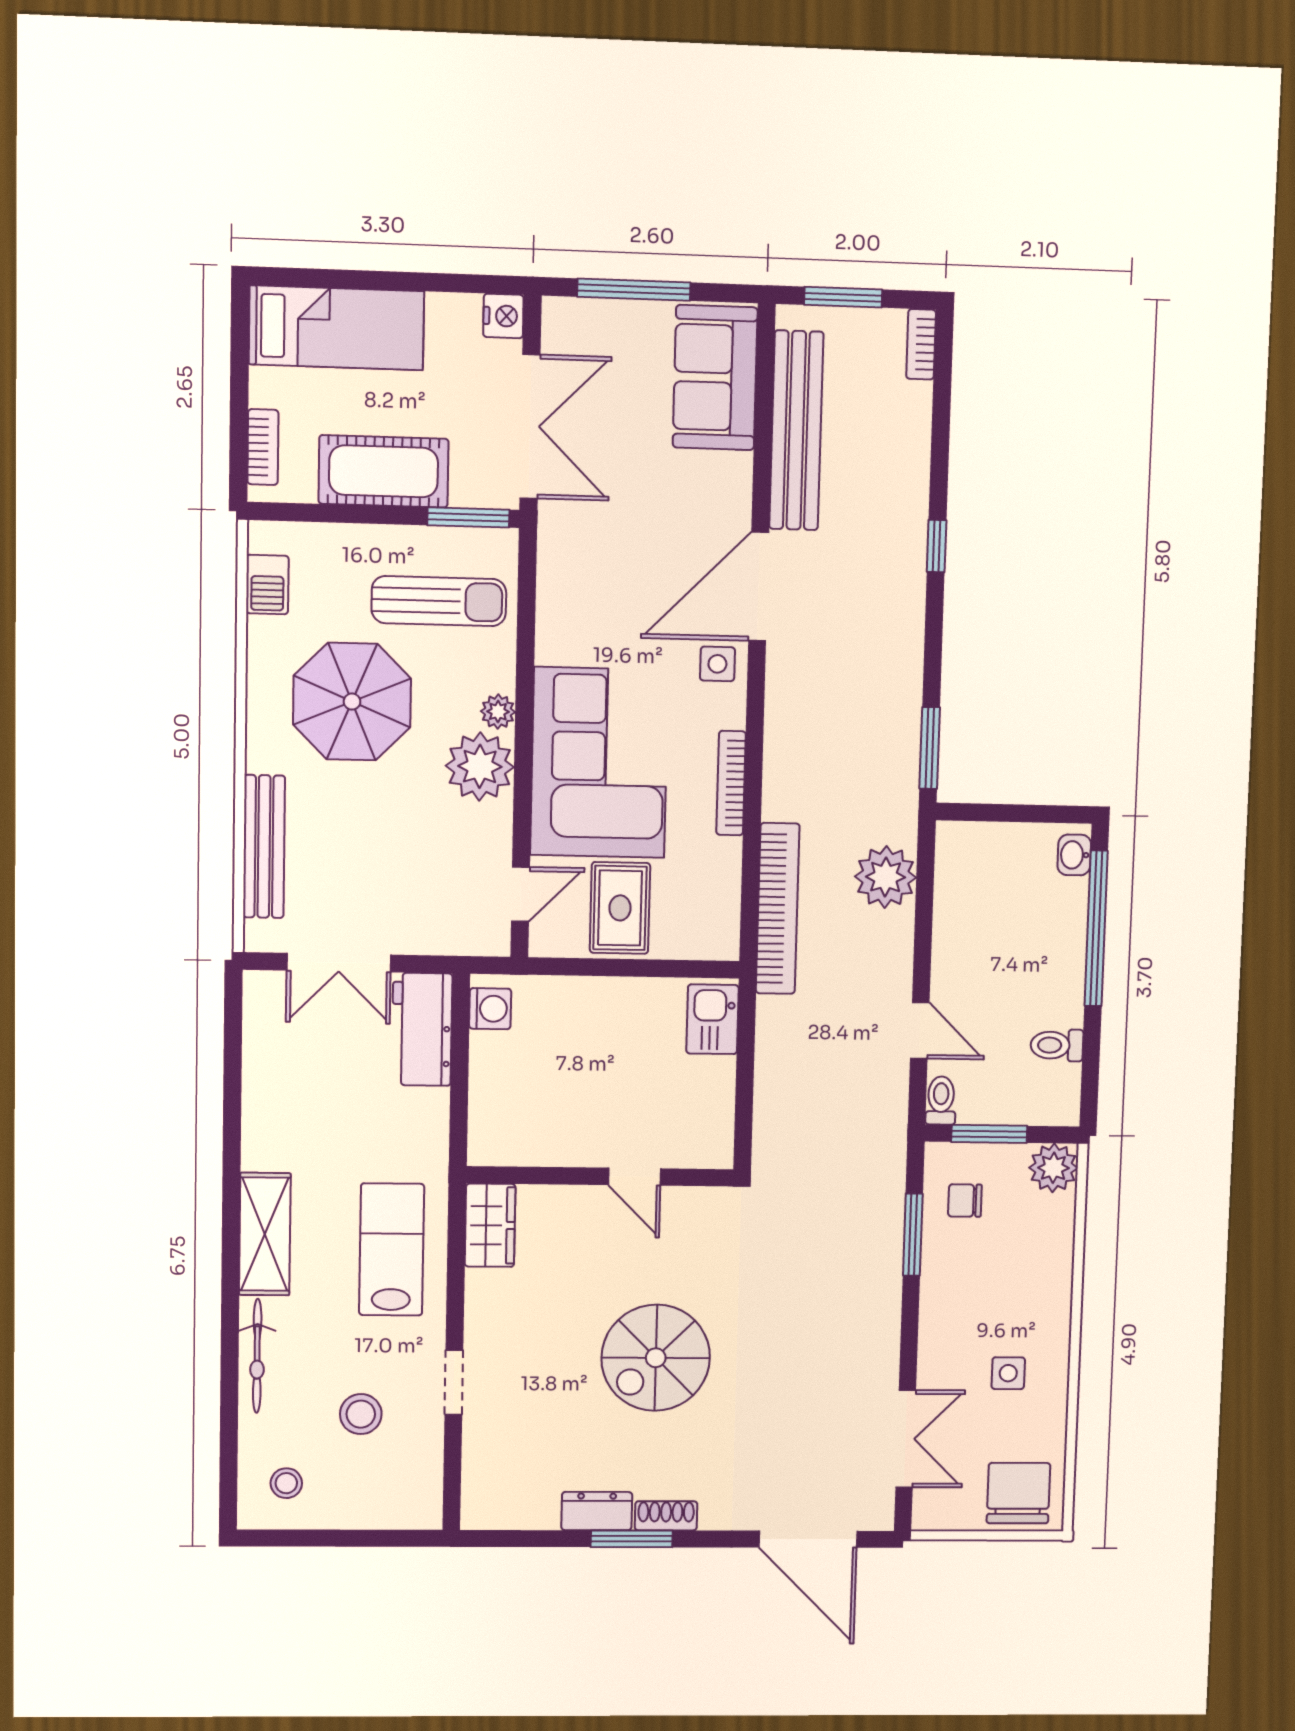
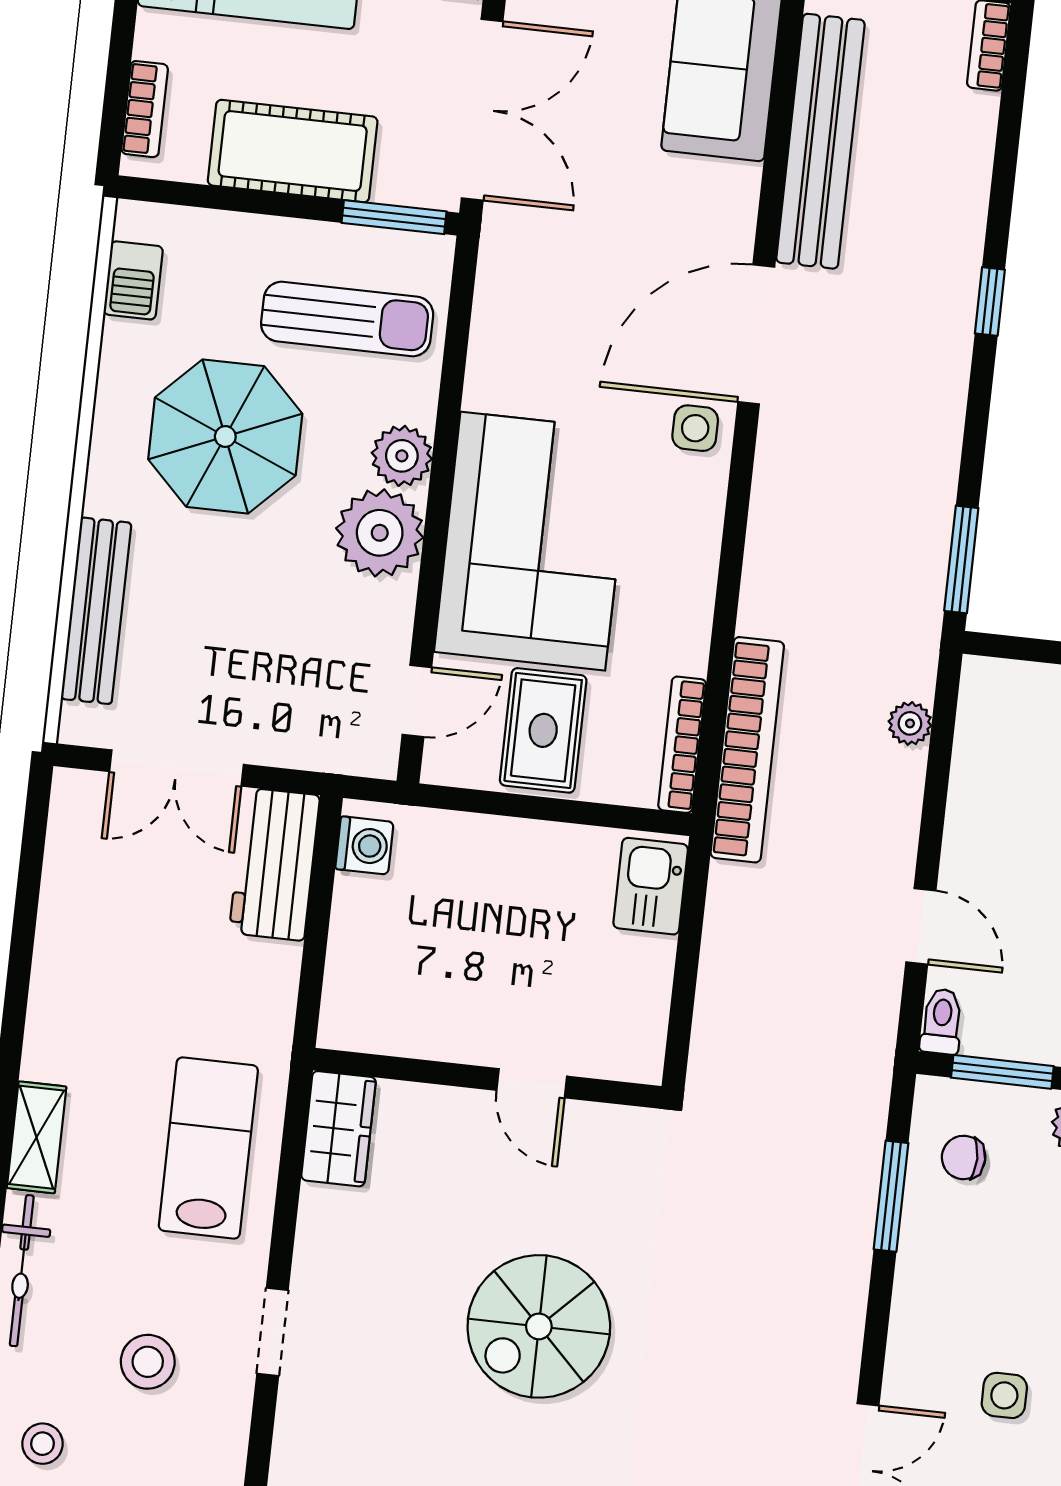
plant: (498, 712) -> (402, 456), width x1.38, depth x1.38
bookcase: (731, 783) -> (682, 745), moved
plant: (886, 877) -> (910, 723), width x0.53, depth x0.53
shelving: (265, 1234) -> (37, 1137), width x0.67, depth x0.75

